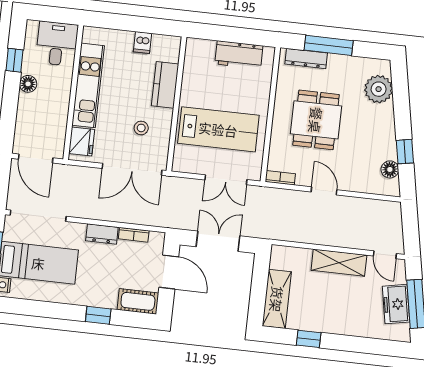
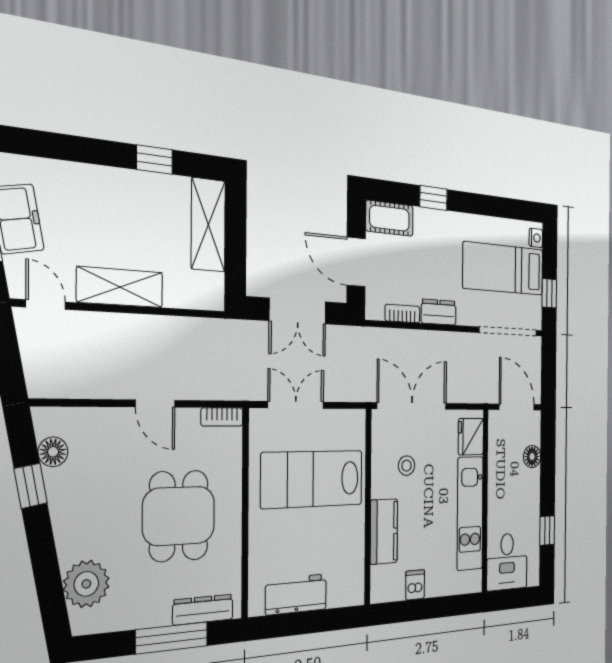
floor lamp: (28, 84) -> (532, 457), moved

